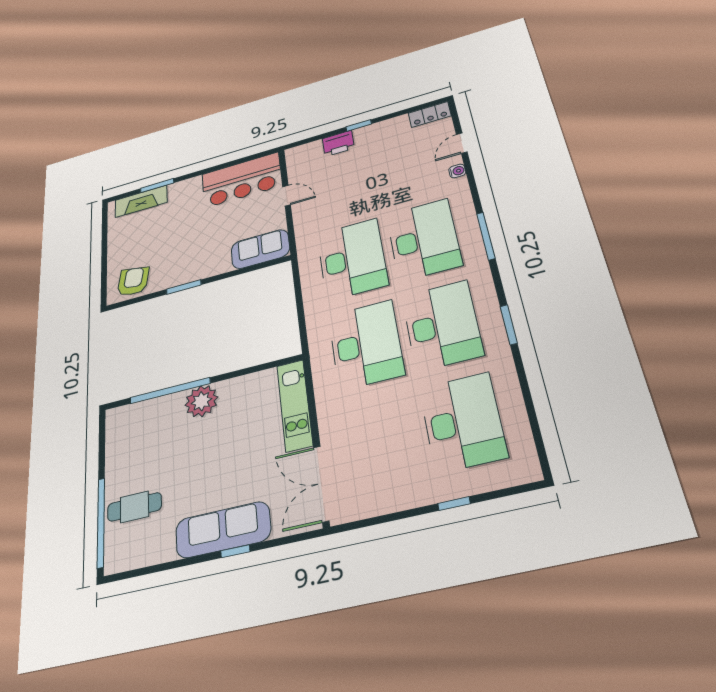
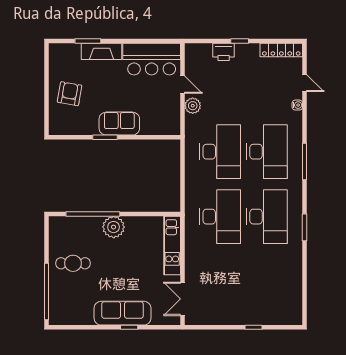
locker: (430, 114) -> (281, 50), width x1.53
door: (462, 143) -> (305, 83), swing flipped
fireplace: (141, 201) -> (102, 51), moved
plant: (304, 215) -> (193, 106), added
sofa: (260, 249) -> (119, 124), moved
armchair: (133, 281) -> (70, 94), moved
desk: (463, 422) -> (267, 282), removed
double door: (321, 484) -> (183, 299), width x0.73
cafe table: (134, 507) -> (73, 263), moved

